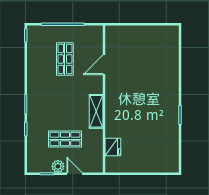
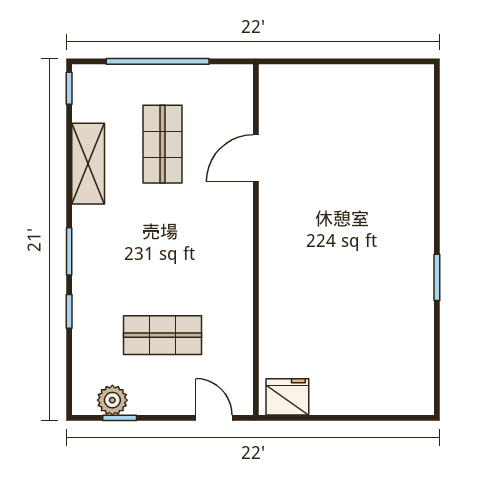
shelving: (96, 111) -> (88, 164), moved
fridge: (113, 147) -> (287, 397), moved, turned -90
plant: (58, 166) -> (112, 400), moved
door: (75, 174) -> (214, 418), moved

